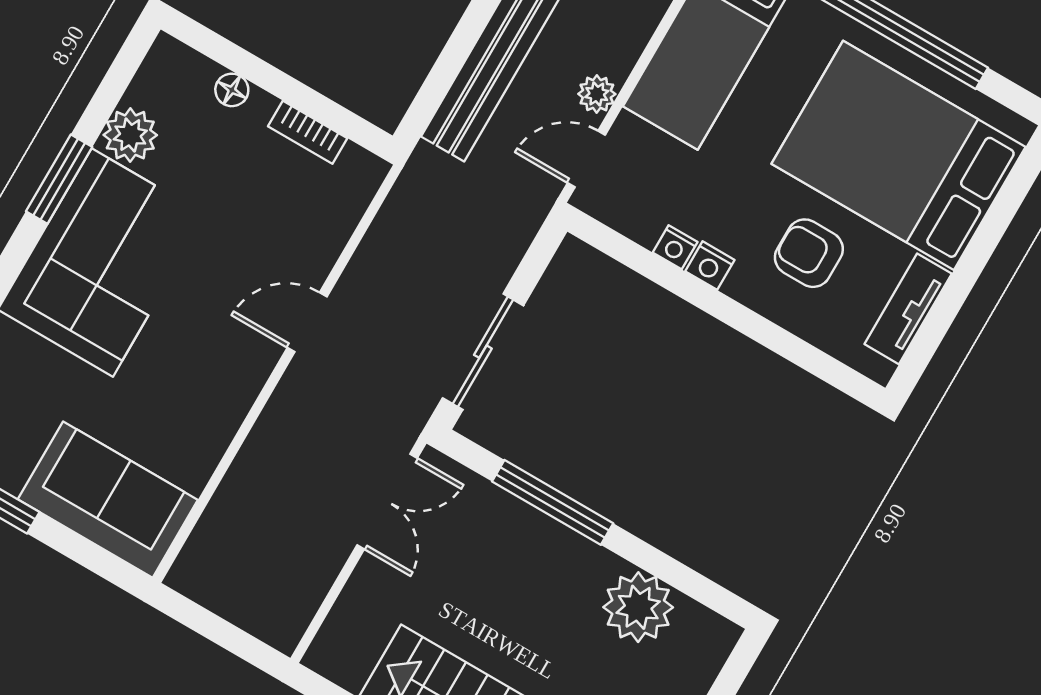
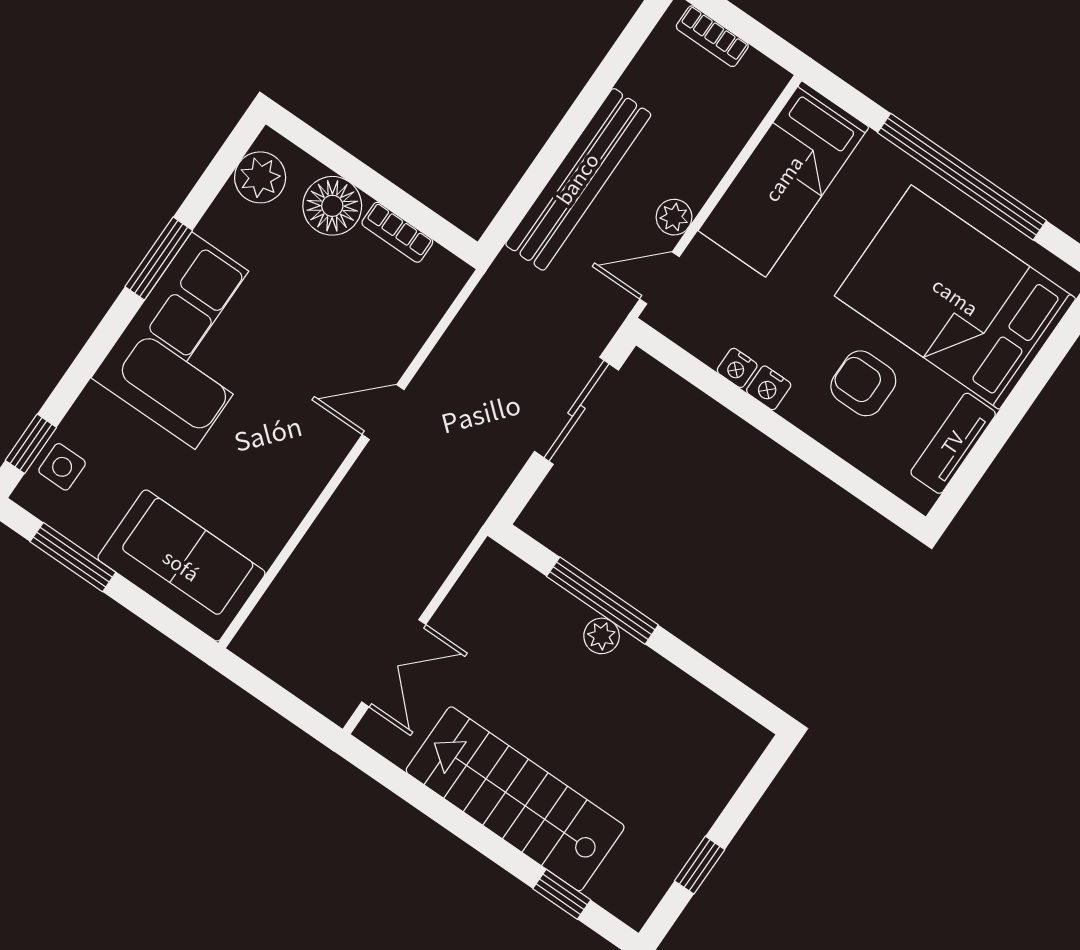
floor lamp: (232, 90) -> (332, 206), width x1.89, depth x1.89
plant: (130, 135) -> (260, 177), moved
sliding door: (483, 352) -> (577, 411), moved
double door: (387, 501) -> (394, 663), moved
plant: (638, 607) -> (602, 636), moved, width x0.53, depth x0.53

